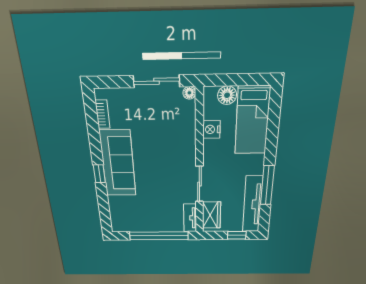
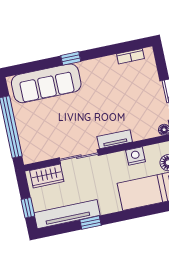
sofa: (118, 164) -> (46, 83), moved
window: (267, 185) -> (91, 223), width x0.46
tv unit: (190, 218) -> (115, 139), moved

